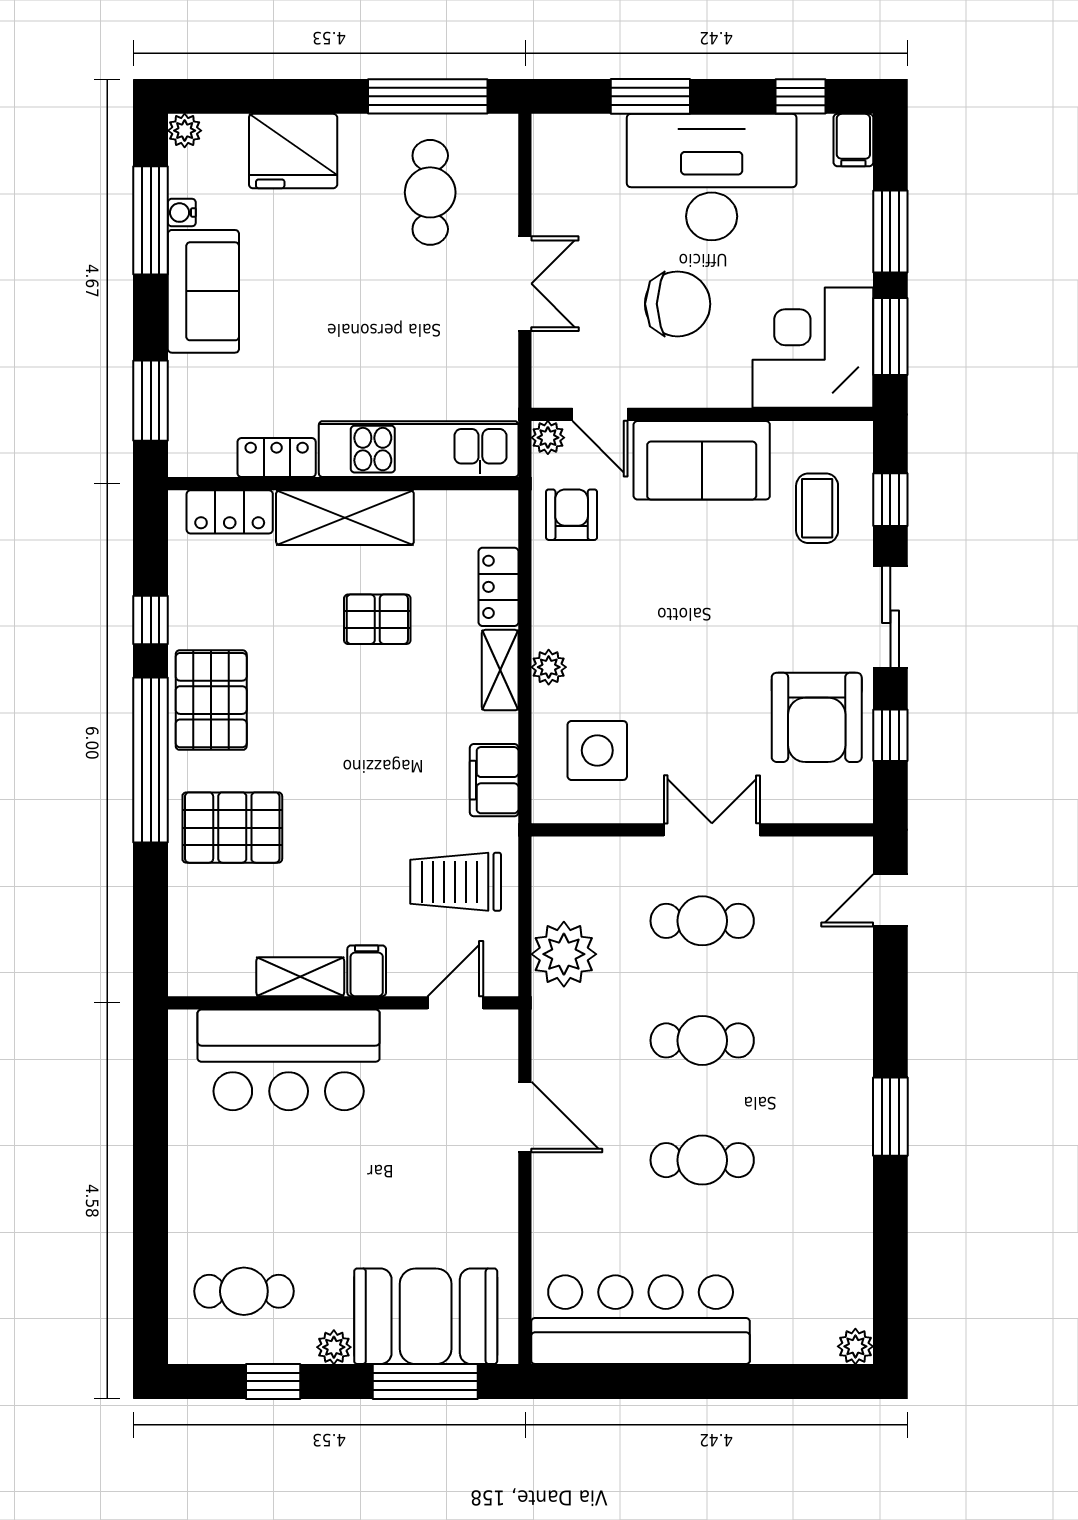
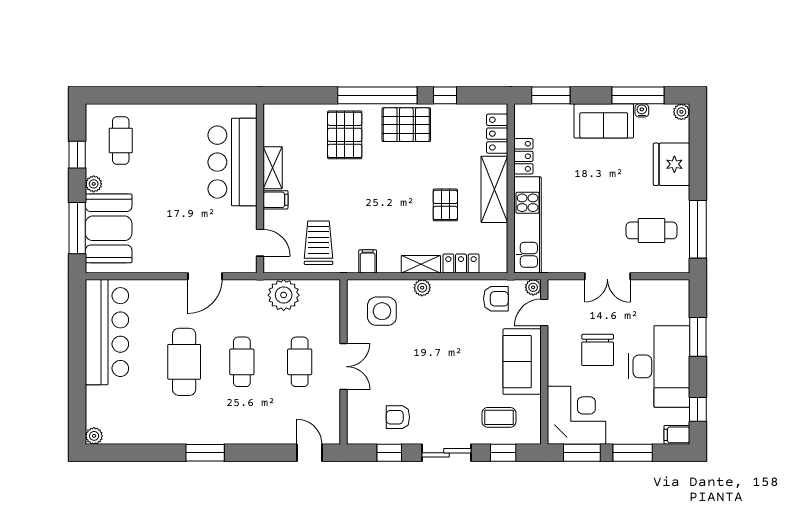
armchair: (817, 717) -> (398, 417), width x0.53, depth x0.53
filing cabinet: (494, 780) -> (368, 261), width x0.50
cafe table: (702, 1160) -> (184, 362), width x1.37, depth x1.35

